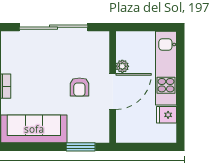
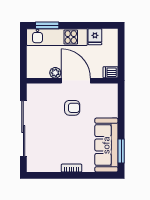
window: (180, 56) -> (47, 25), added
dishwasher: (123, 134) -> (111, 72), added
window: (81, 147) -> (121, 151), moved

